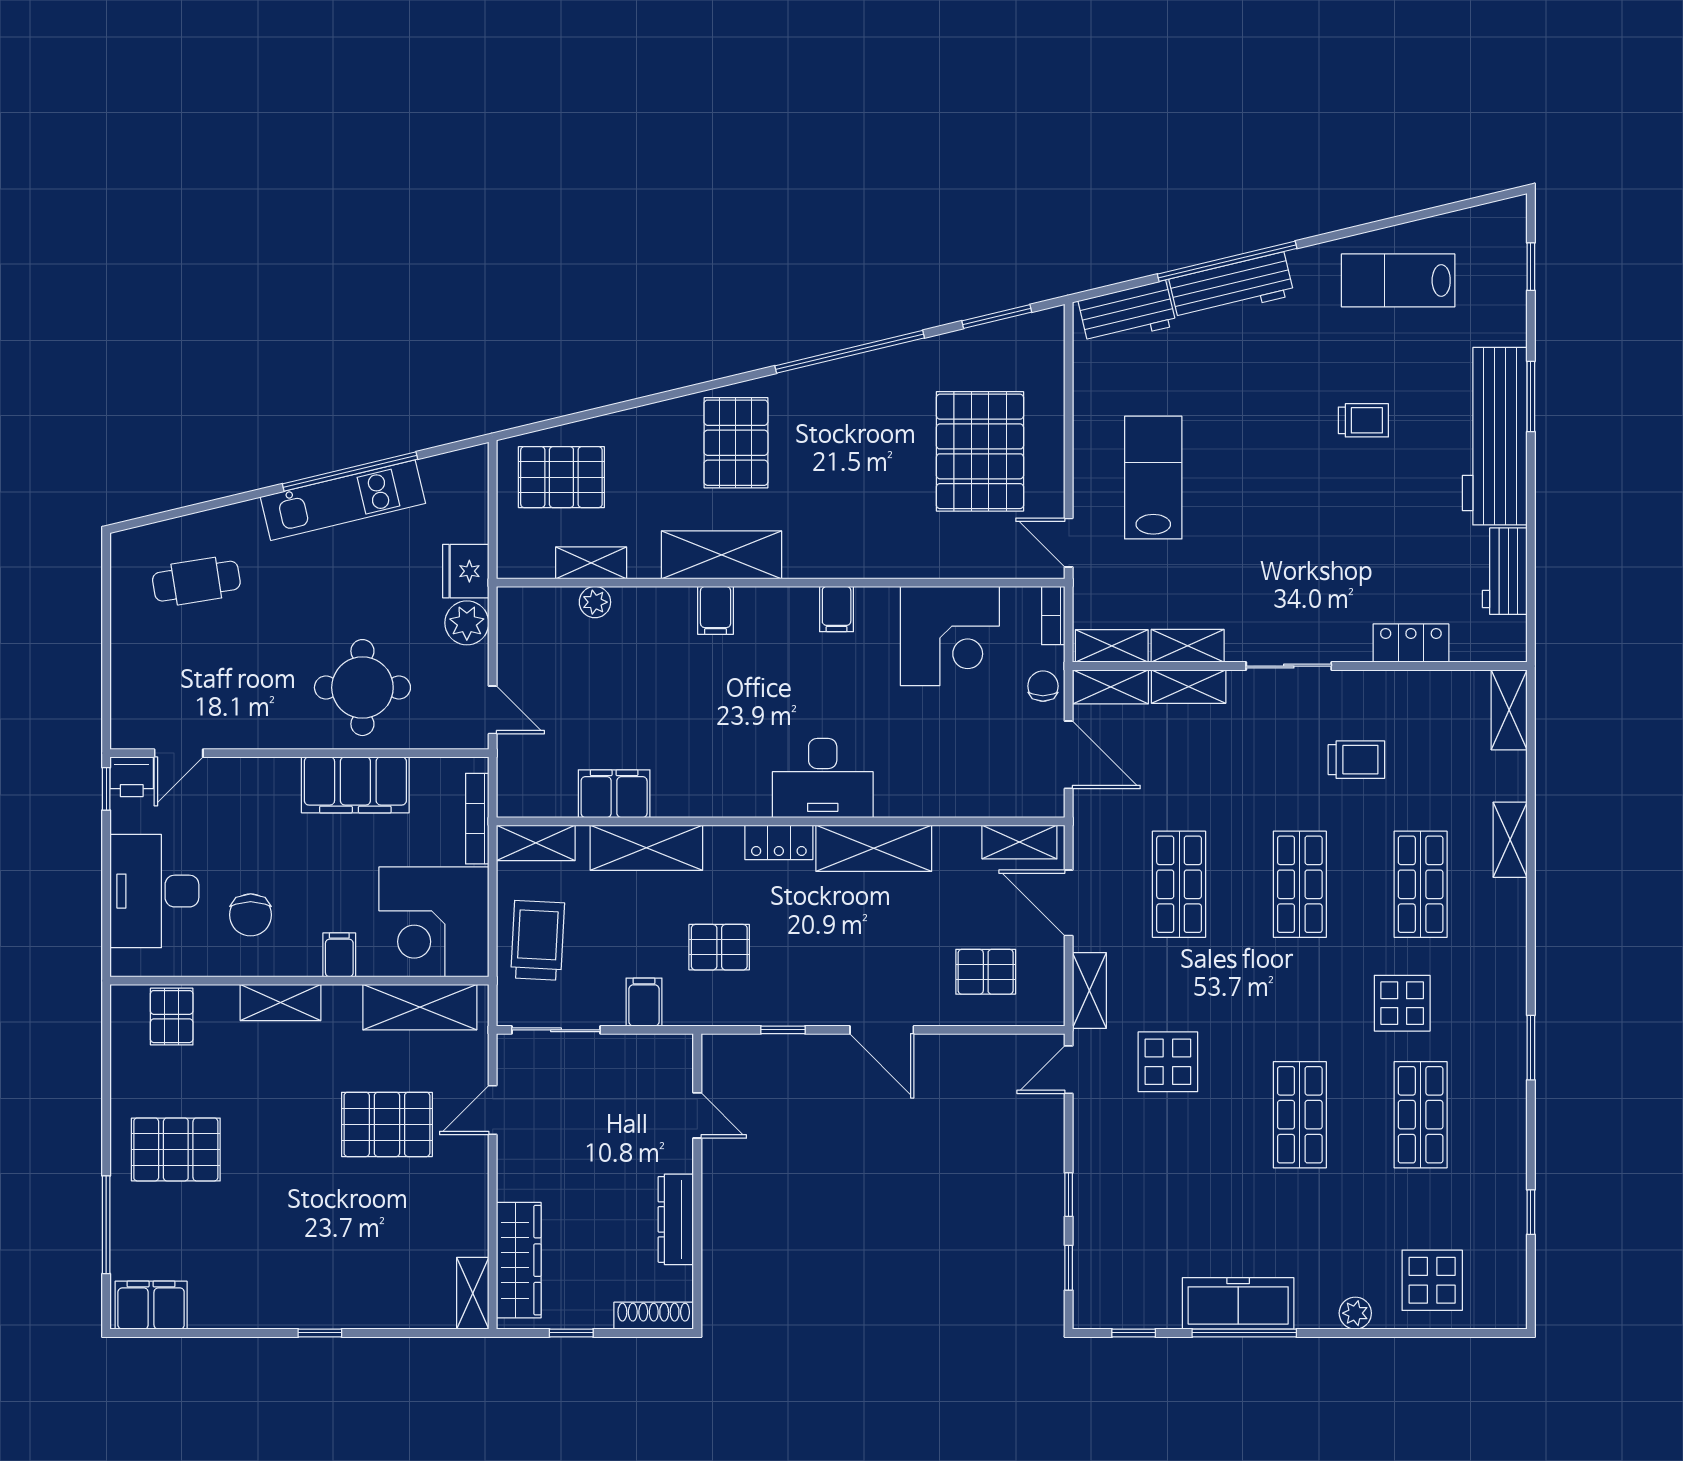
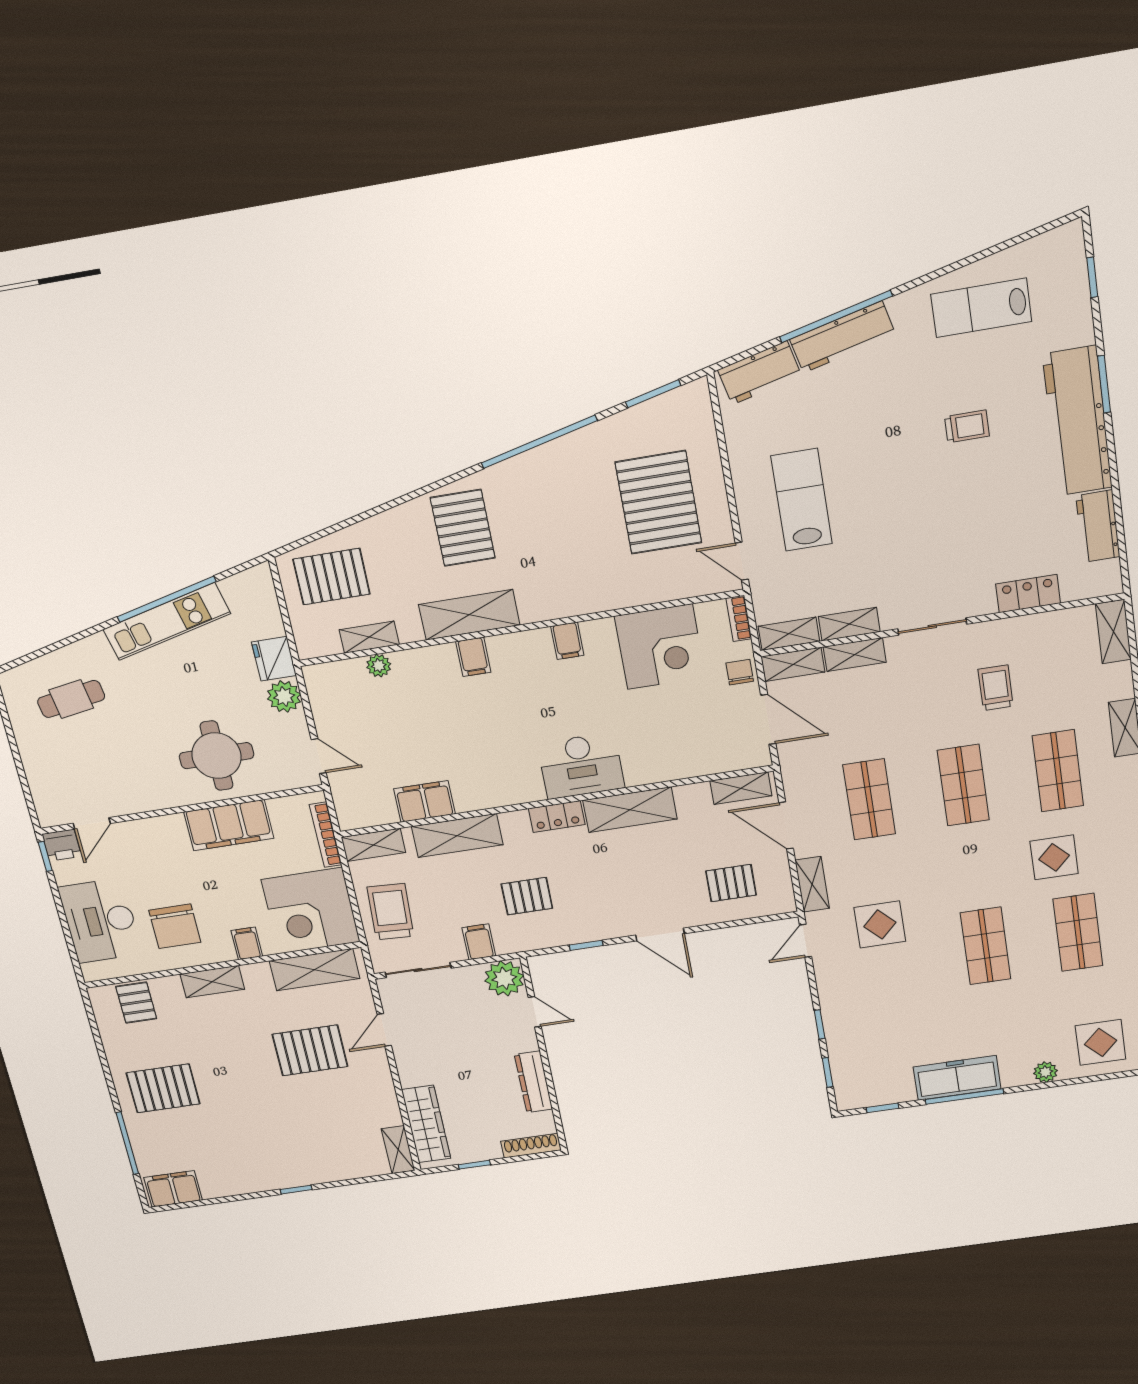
trolley: (1356, 760) -> (996, 688), turned -90
chair: (251, 915) -> (175, 926), width x1.37, depth x1.37
plant: (667, 1060) -> (504, 978), added

